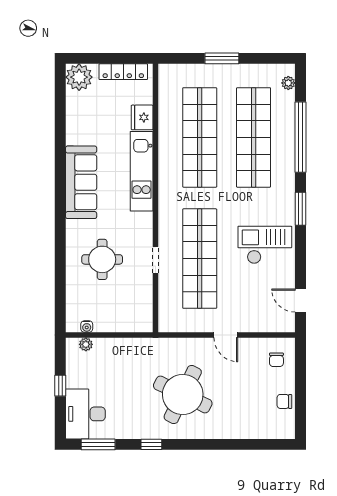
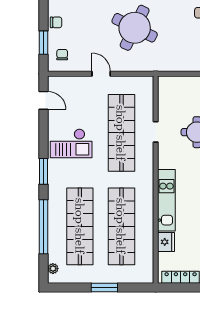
window: (300, 375) -> (44, 43), added

